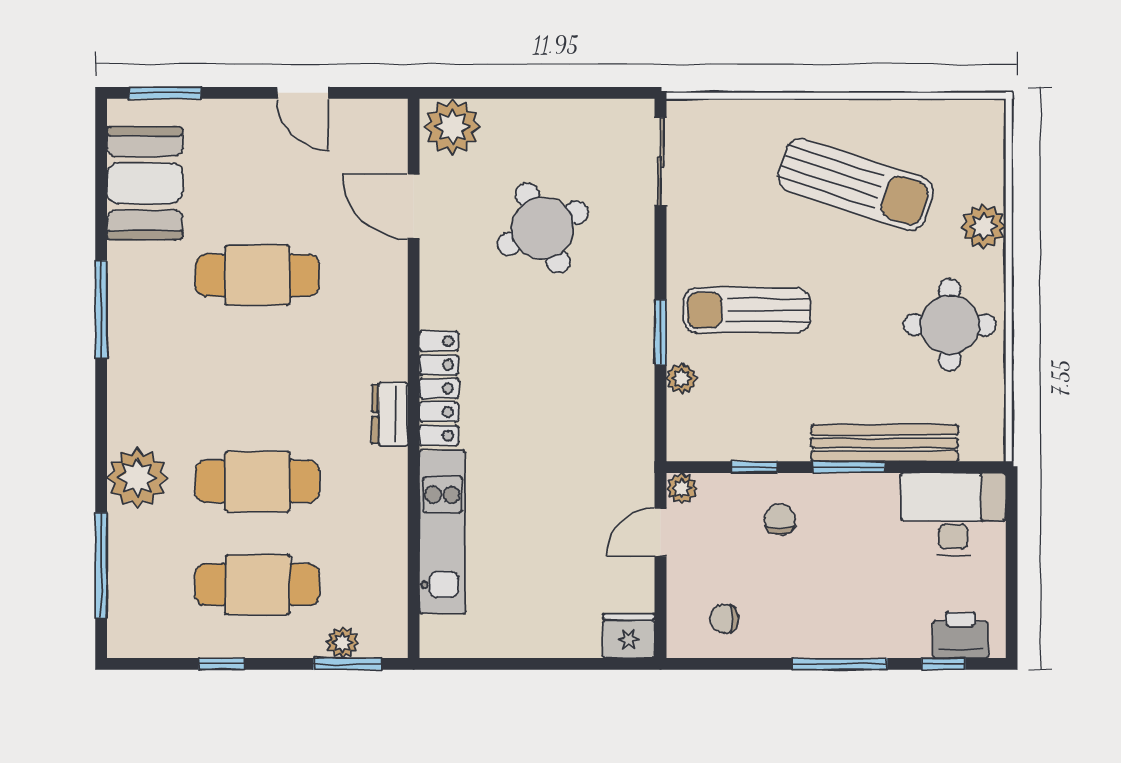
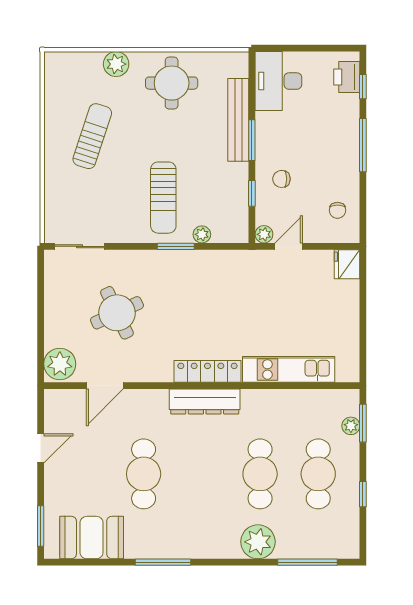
sun lounger: (856, 184) -> (92, 136), width x0.73, depth x0.75
dresser: (390, 414) -> (205, 402), width x1.96, depth x1.24
door: (661, 532) -> (289, 246), swing flipped

